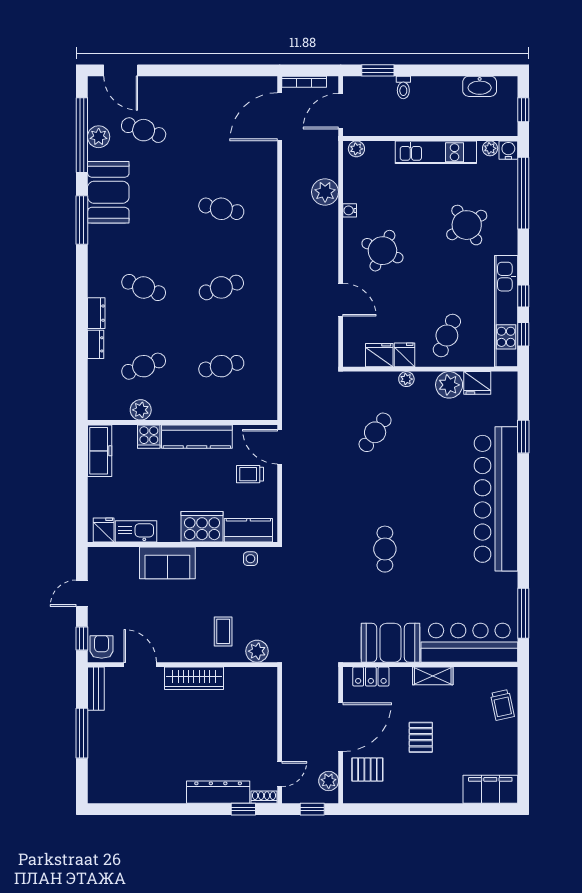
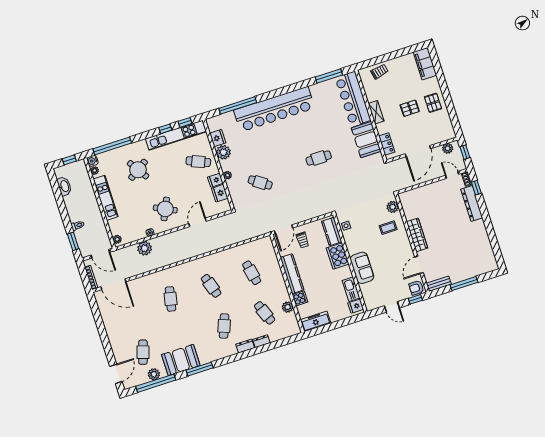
window: (523, 437) -> (238, 105), width x2.11
door: (341, 727) -> (418, 151), swing flipped
pallet: (367, 770) -> (433, 103), moved

